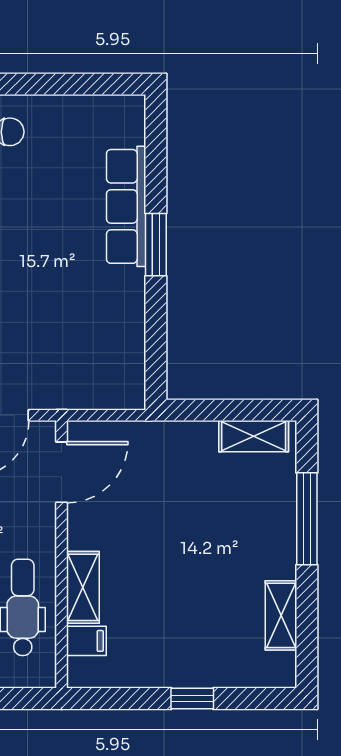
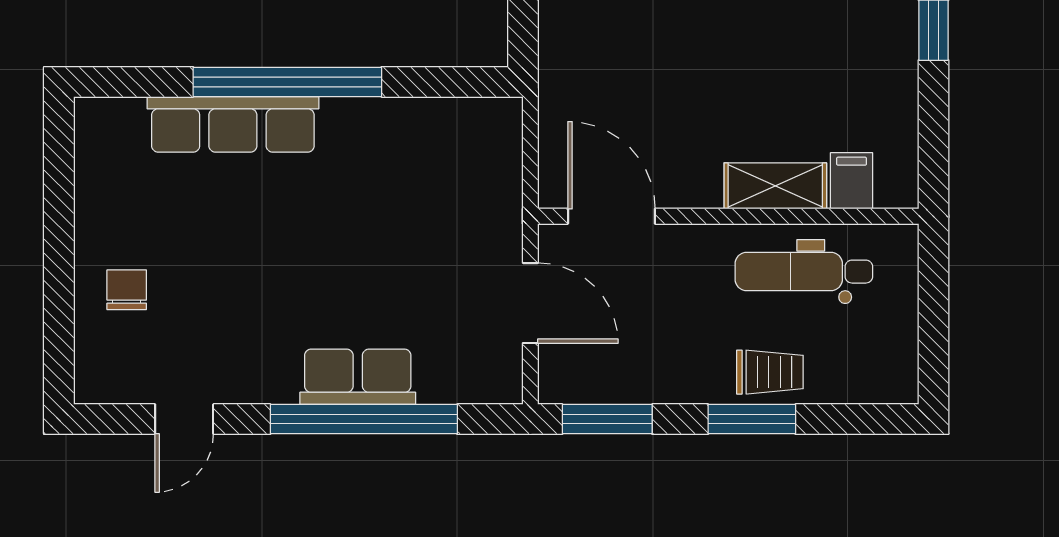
window: (156, 245) -> (287, 82), width x2.11

